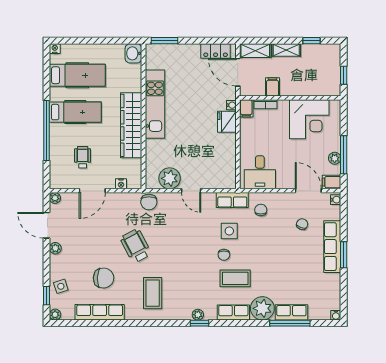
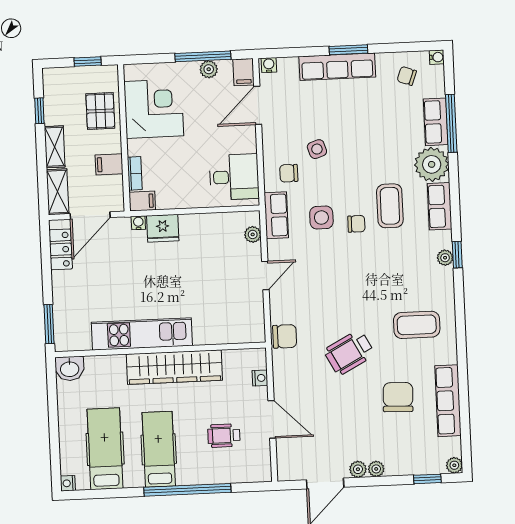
pallet: (309, 82) -> (100, 111), added
plant: (170, 178) -> (253, 234), moved, width x0.53, depth x0.53
plant: (55, 198) -> (376, 469), moved
chair: (302, 224) -> (407, 76), moved
side table: (61, 286) -> (317, 149), moved

